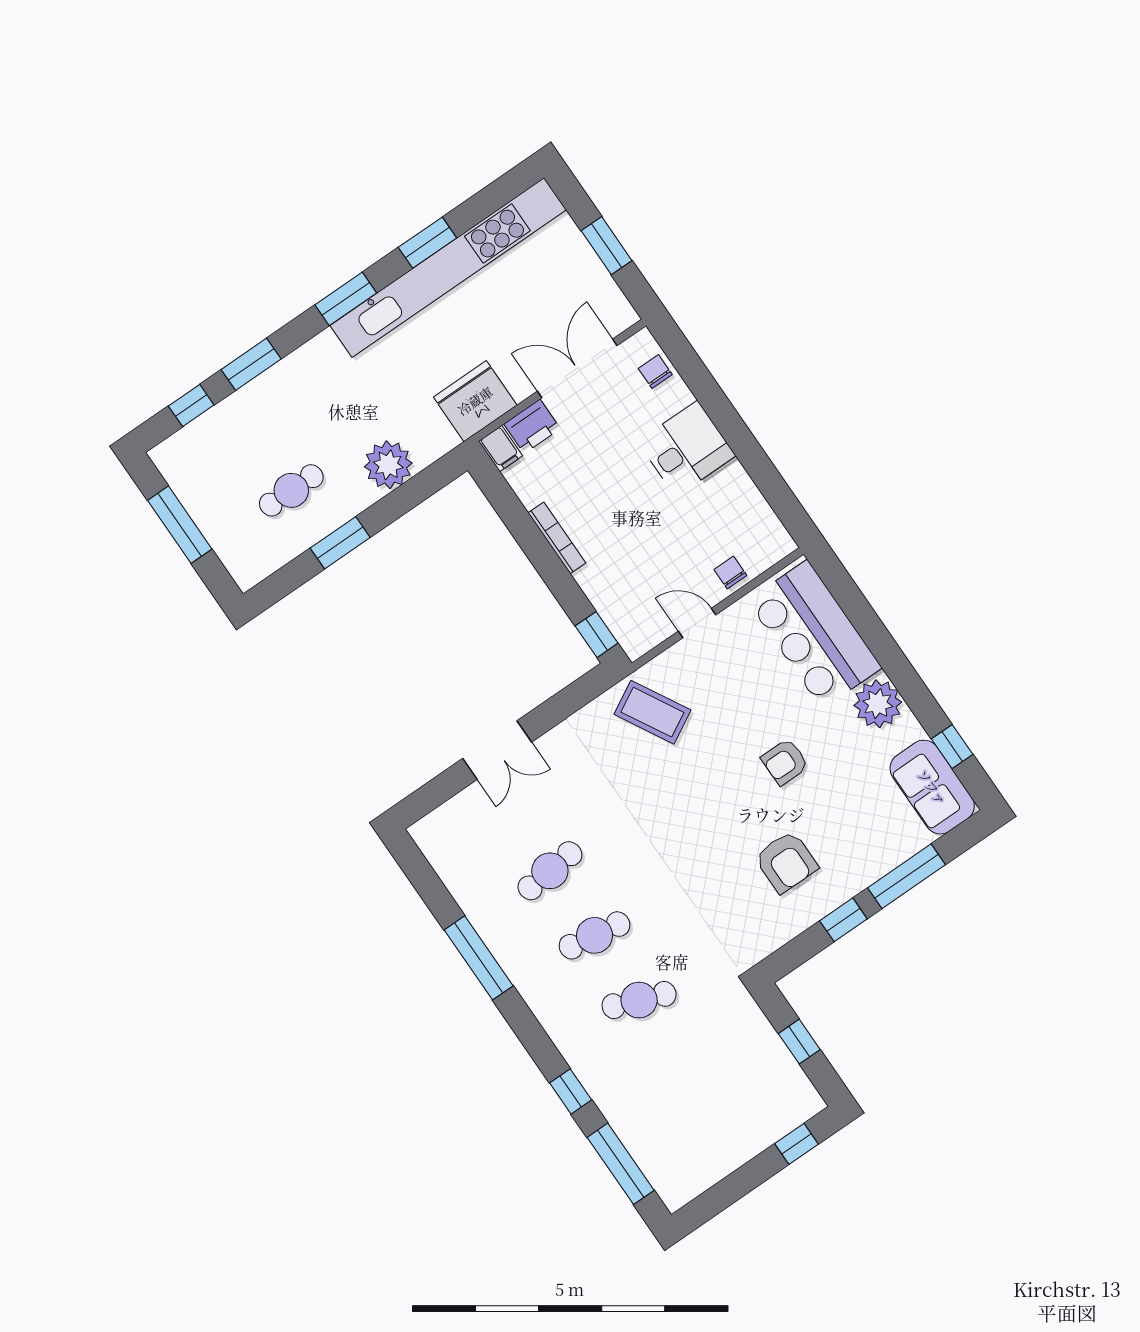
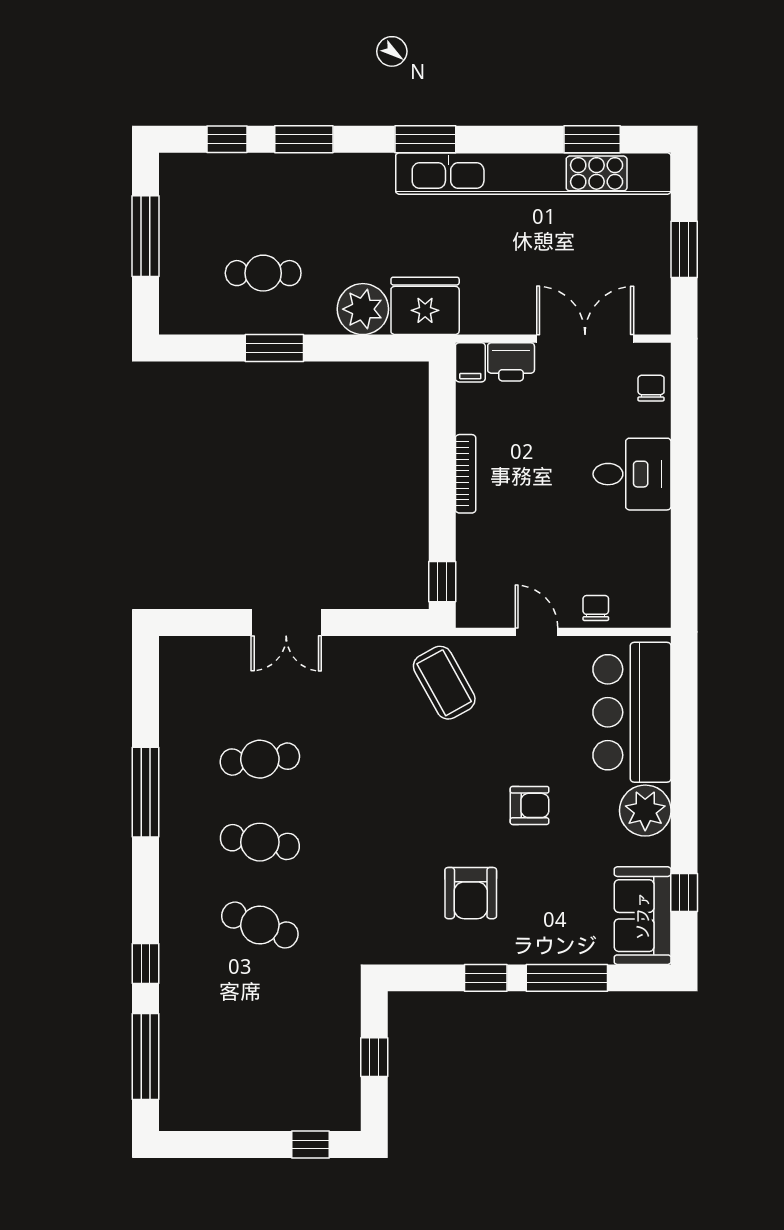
window: (427, 243) -> (592, 139), moved
fridge: (475, 401) -> (425, 306), moved
armchair: (785, 762) -> (530, 805), turned 180

